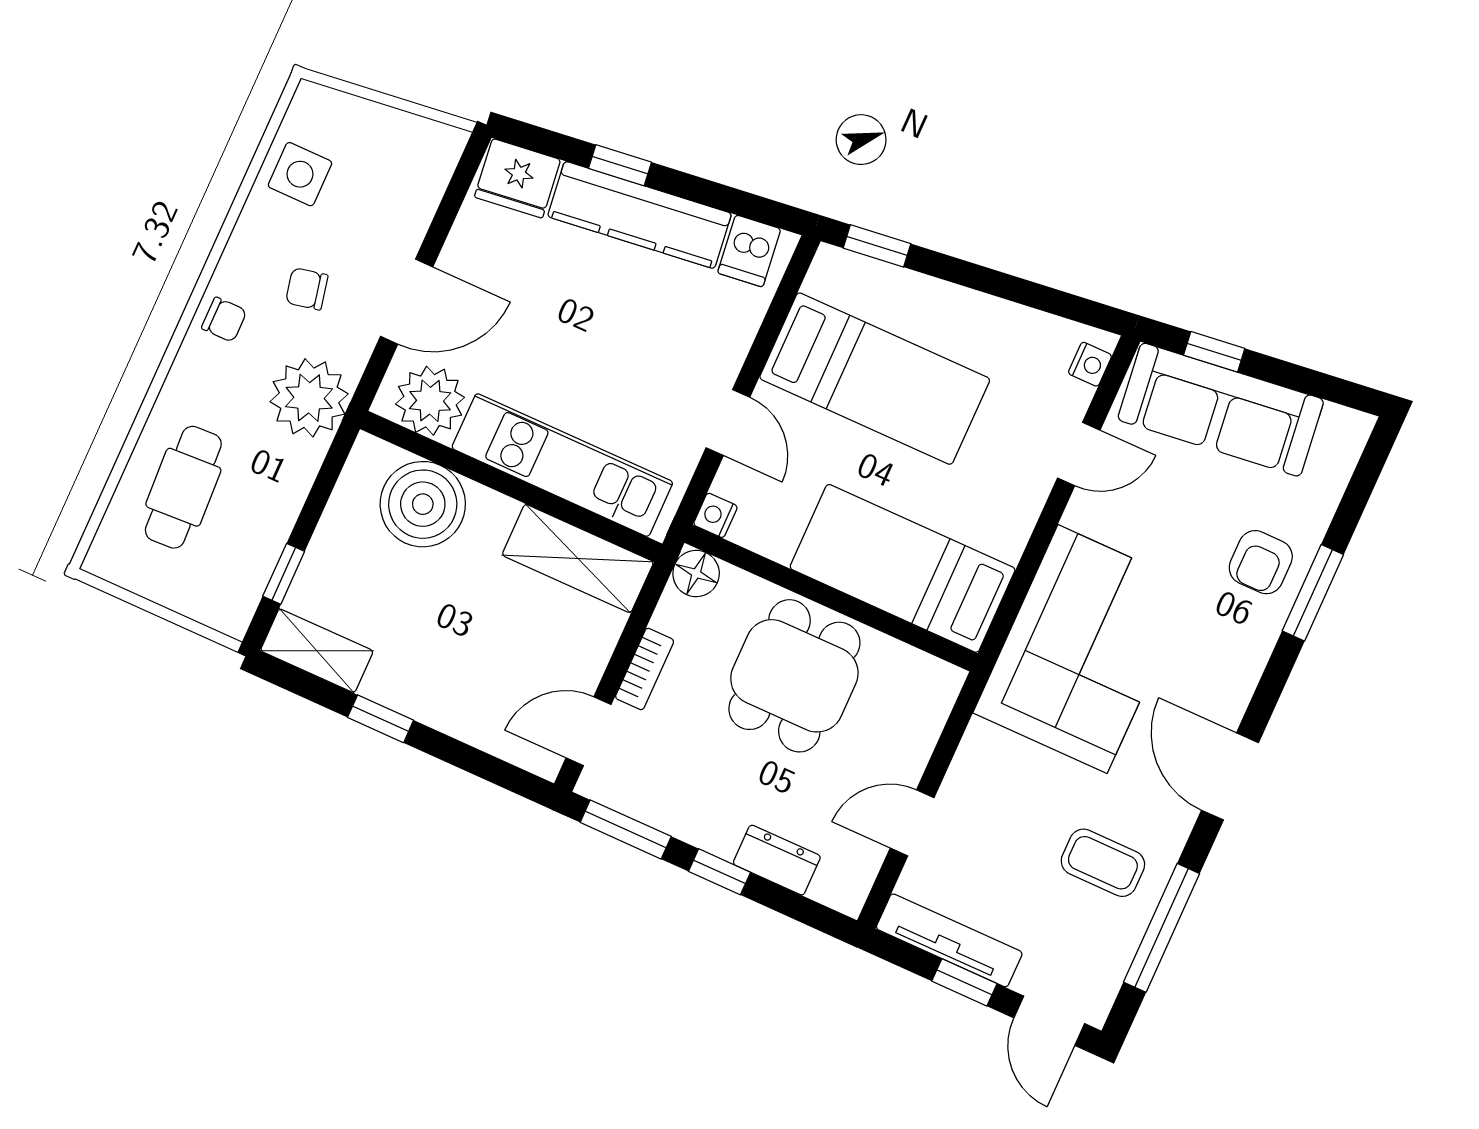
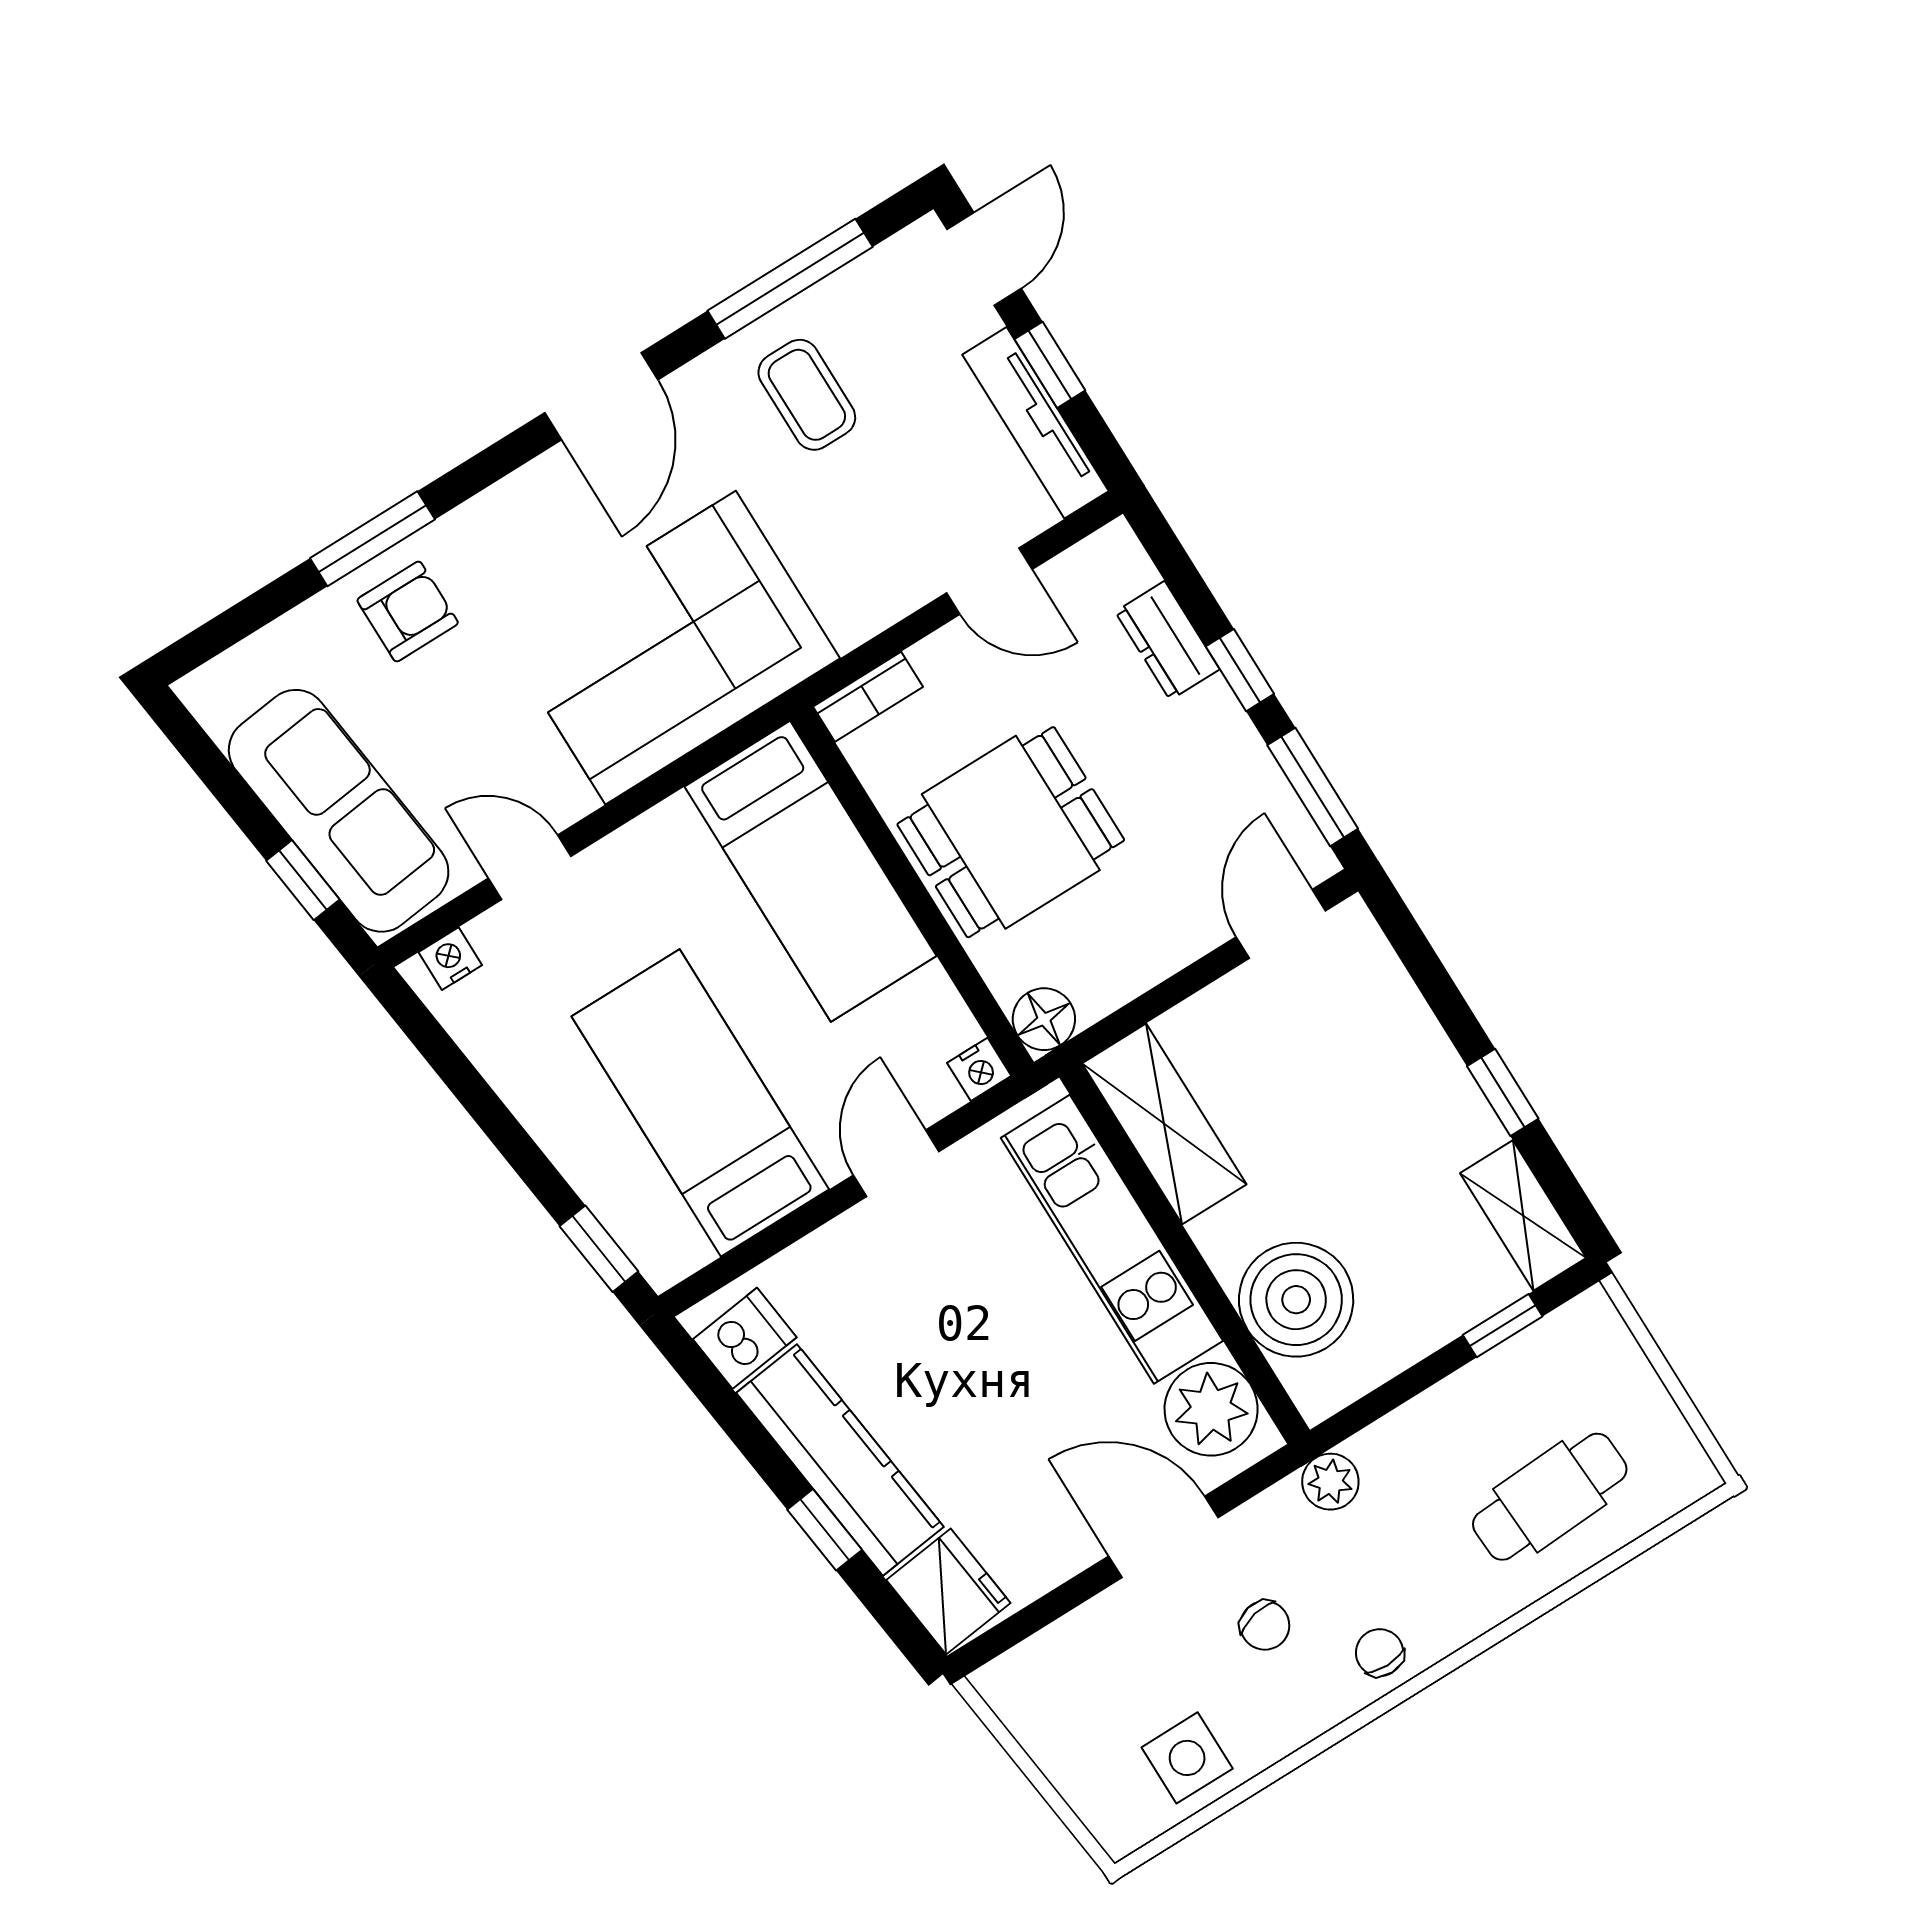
plant: (309, 398) -> (1330, 1482), width x0.53, depth x0.53
bookcase: (645, 669) -> (868, 697), moved, turned 180
door: (589, 731) -> (1281, 924), swing flipped

